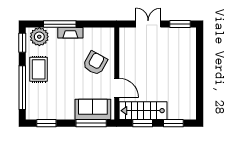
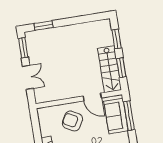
double door: (148, 24) -> (28, 77), swing flipped
window: (200, 49) -> (44, 26), added
door: (117, 88) -> (92, 97), swing flipped

